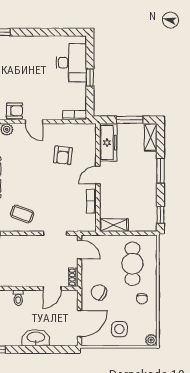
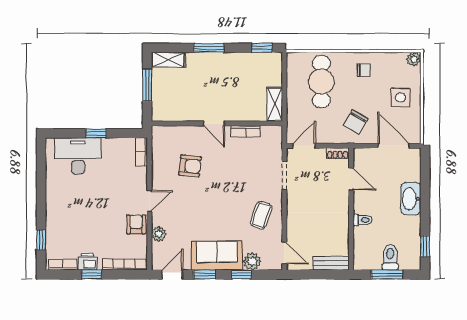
freezer: (108, 143) -> (175, 111), removed
cafe table: (132, 264) -> (321, 82), turned 90

